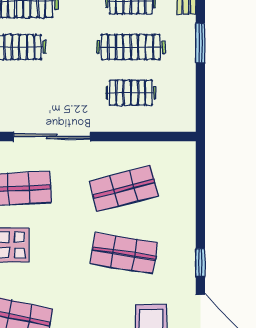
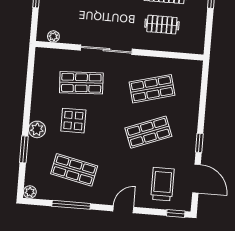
shop shelf: (124, 253) -> (148, 132), turned -30

